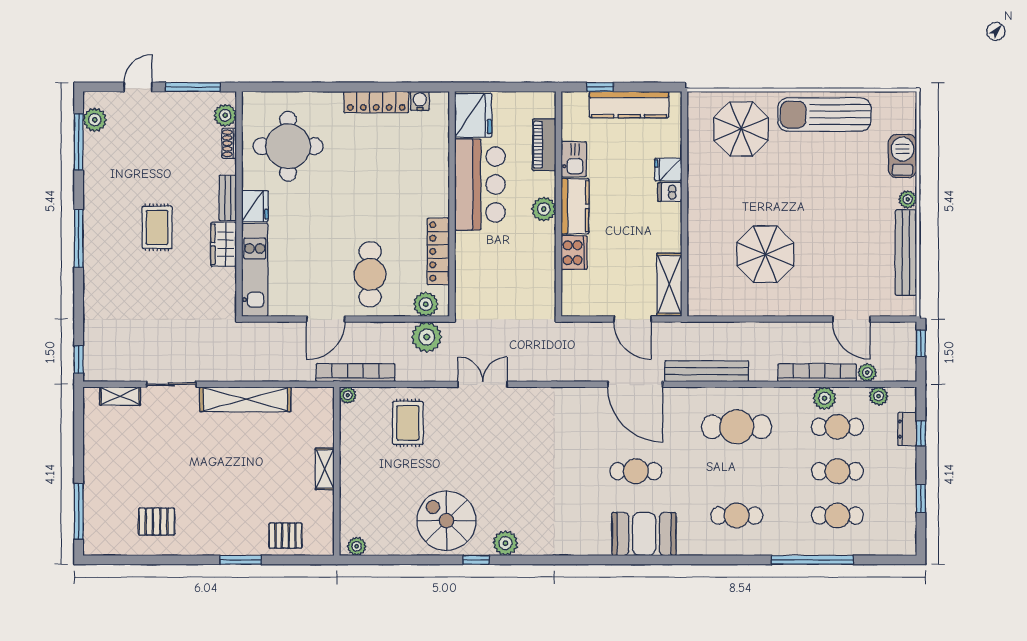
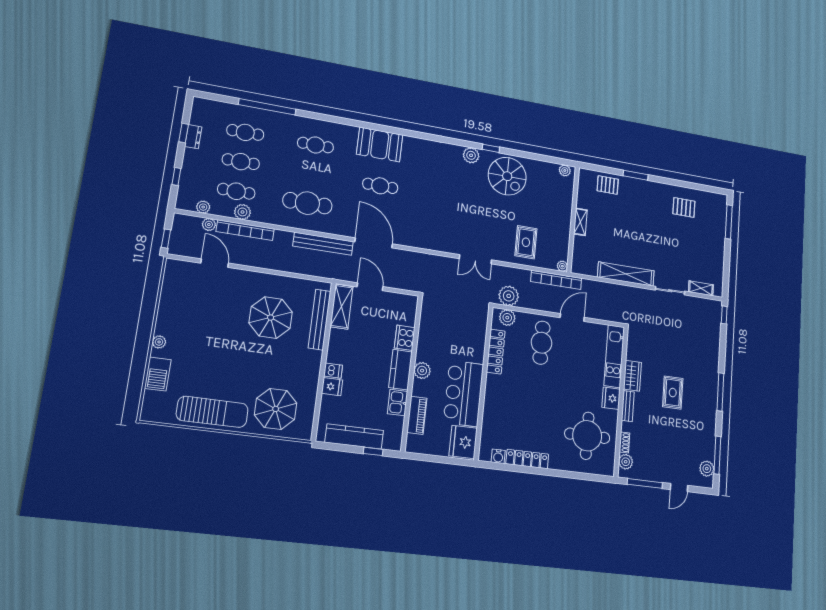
bench: (906, 253) -> (320, 320), moved
dresser: (907, 429) -> (193, 137), moved

